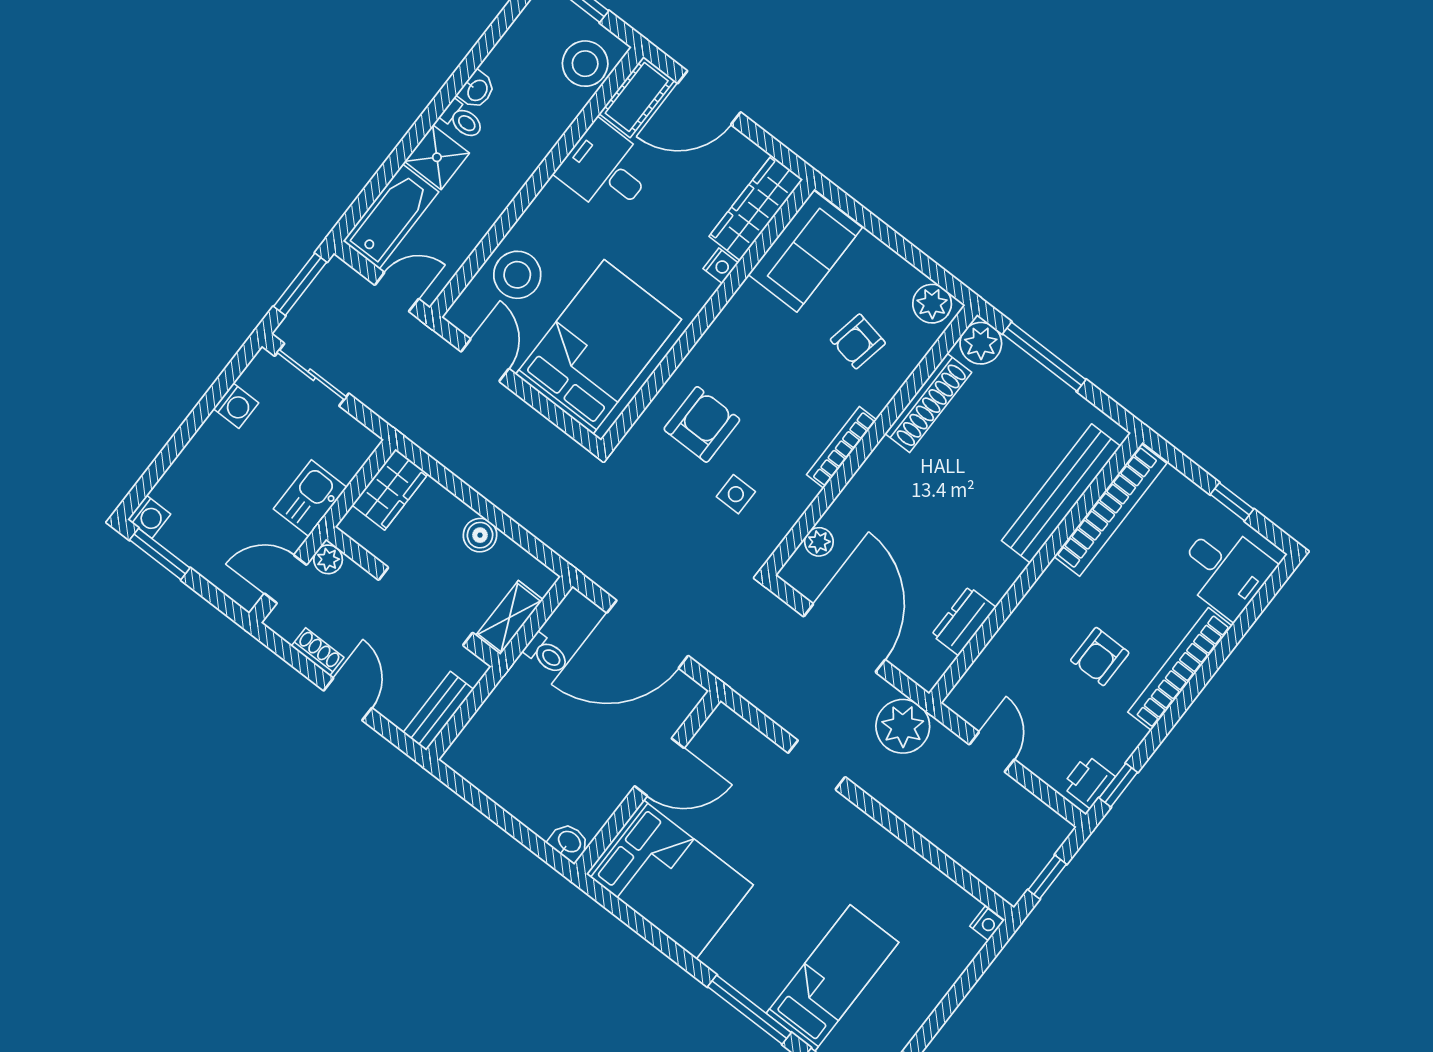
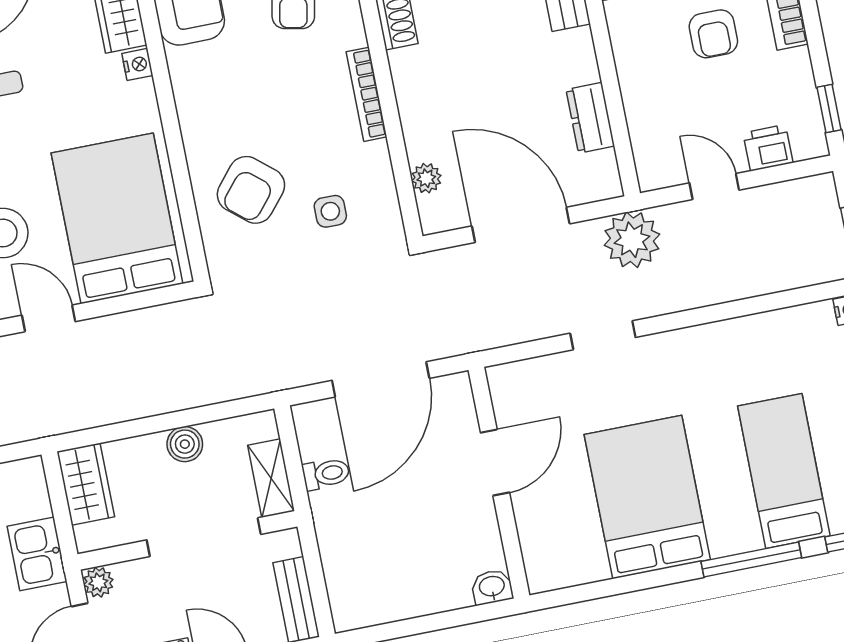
armchair: (702, 424) -> (251, 190), turned -140
printer: (1088, 782) -> (768, 148), moved, turned 90
bed: (670, 879) -> (647, 497), moved, turned -90

